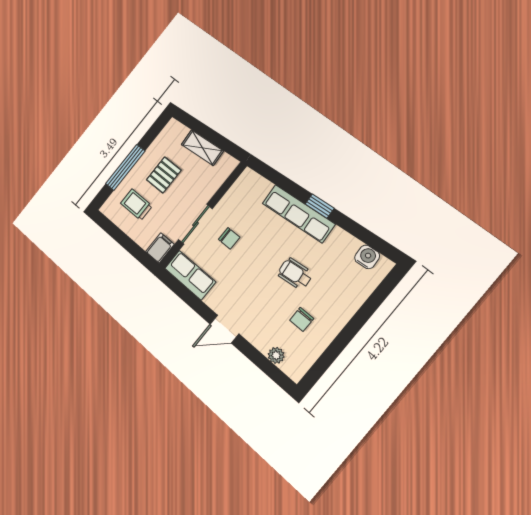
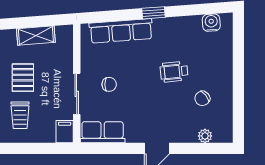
trolley: (136, 205) -> (20, 115), turned -90
row of seats: (298, 214) -> (121, 31), moved
chair: (302, 319) -> (202, 98), turned 51

